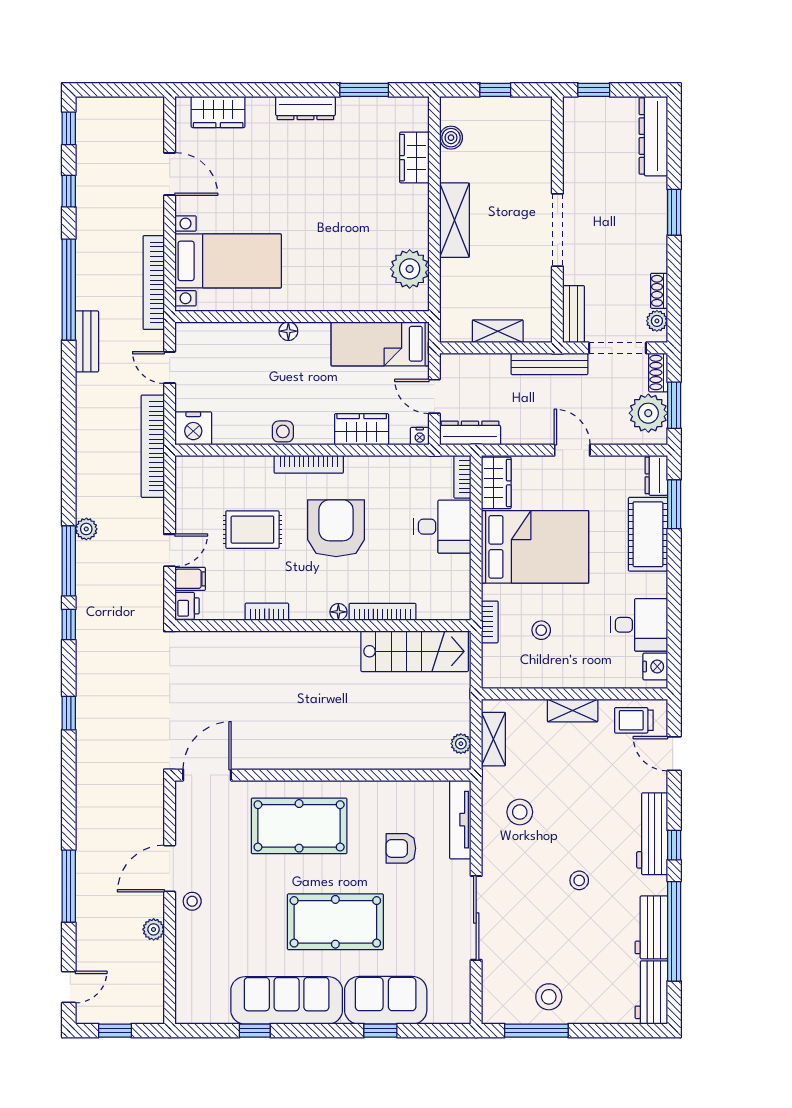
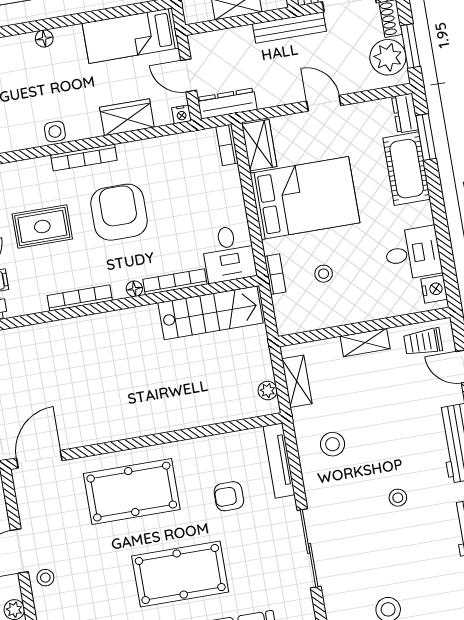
desk: (442, 527) -> (229, 254), moved, turned 90
bookcase: (267, 612) -> (80, 298), width x1.56

